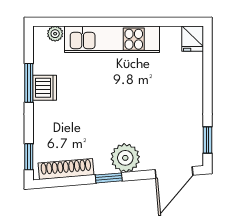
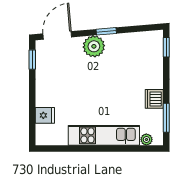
fridge: (193, 39) -> (45, 115), moved, turned 90
window: (29, 83) -> (166, 118), moved
shoe rack: (66, 169) -> (138, 38), removed

